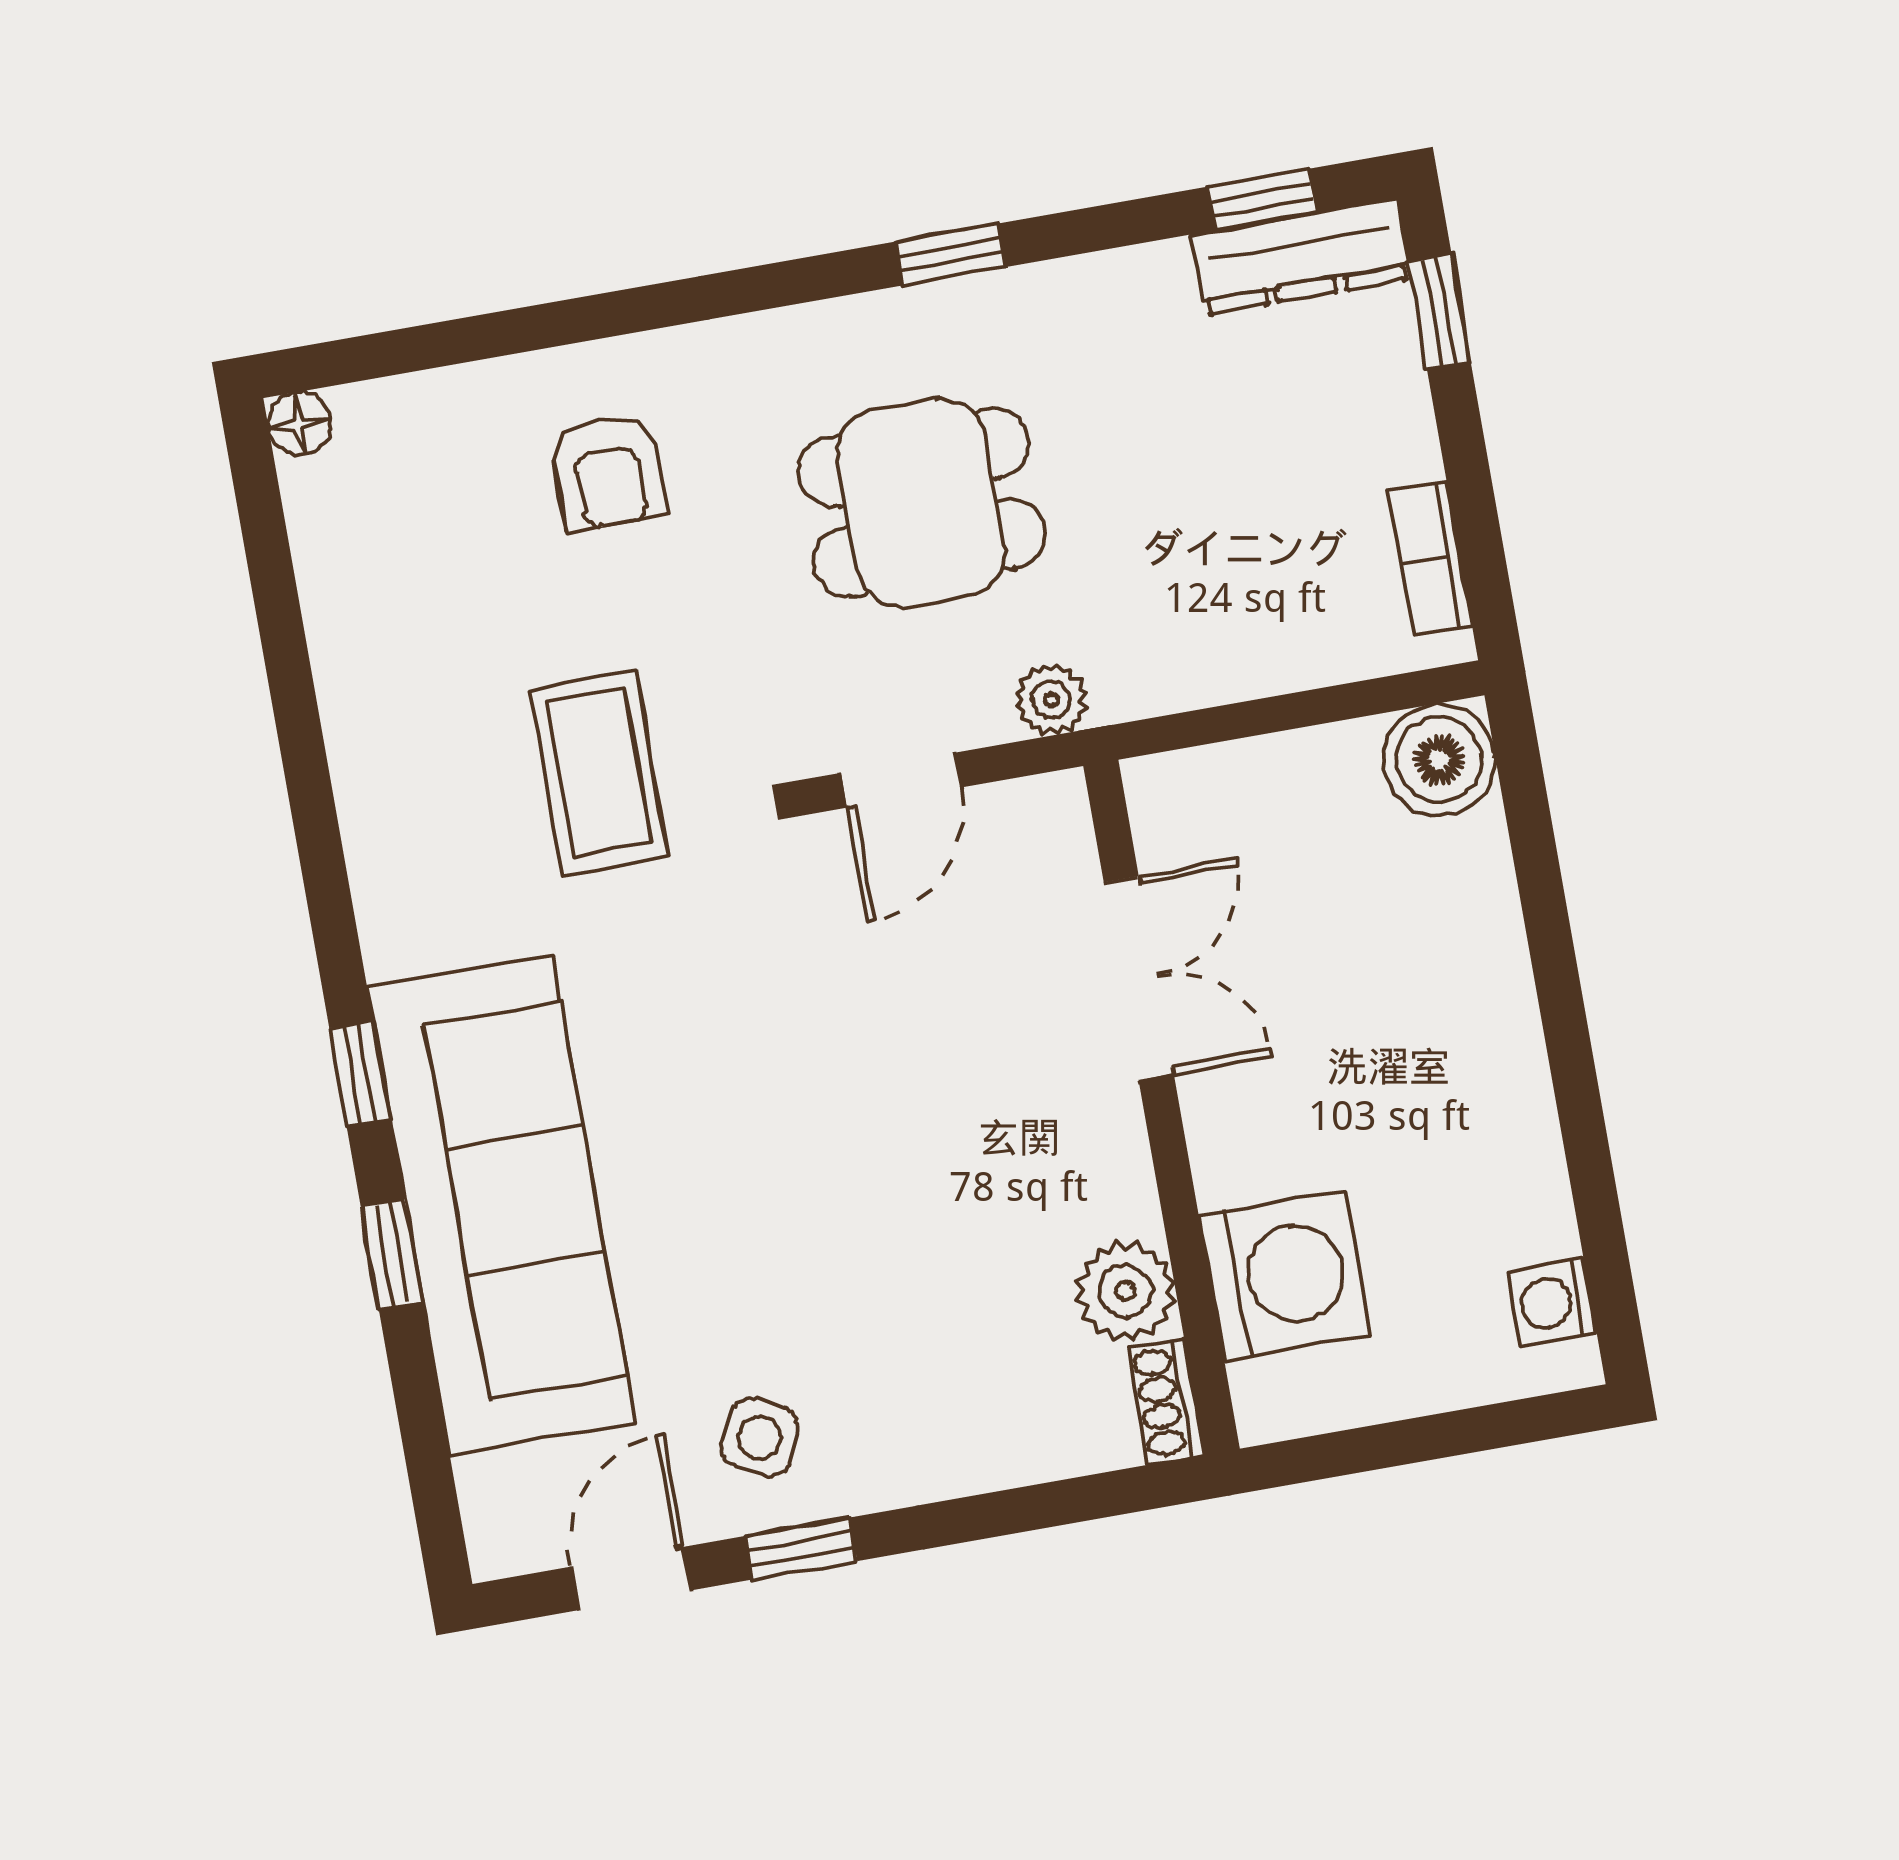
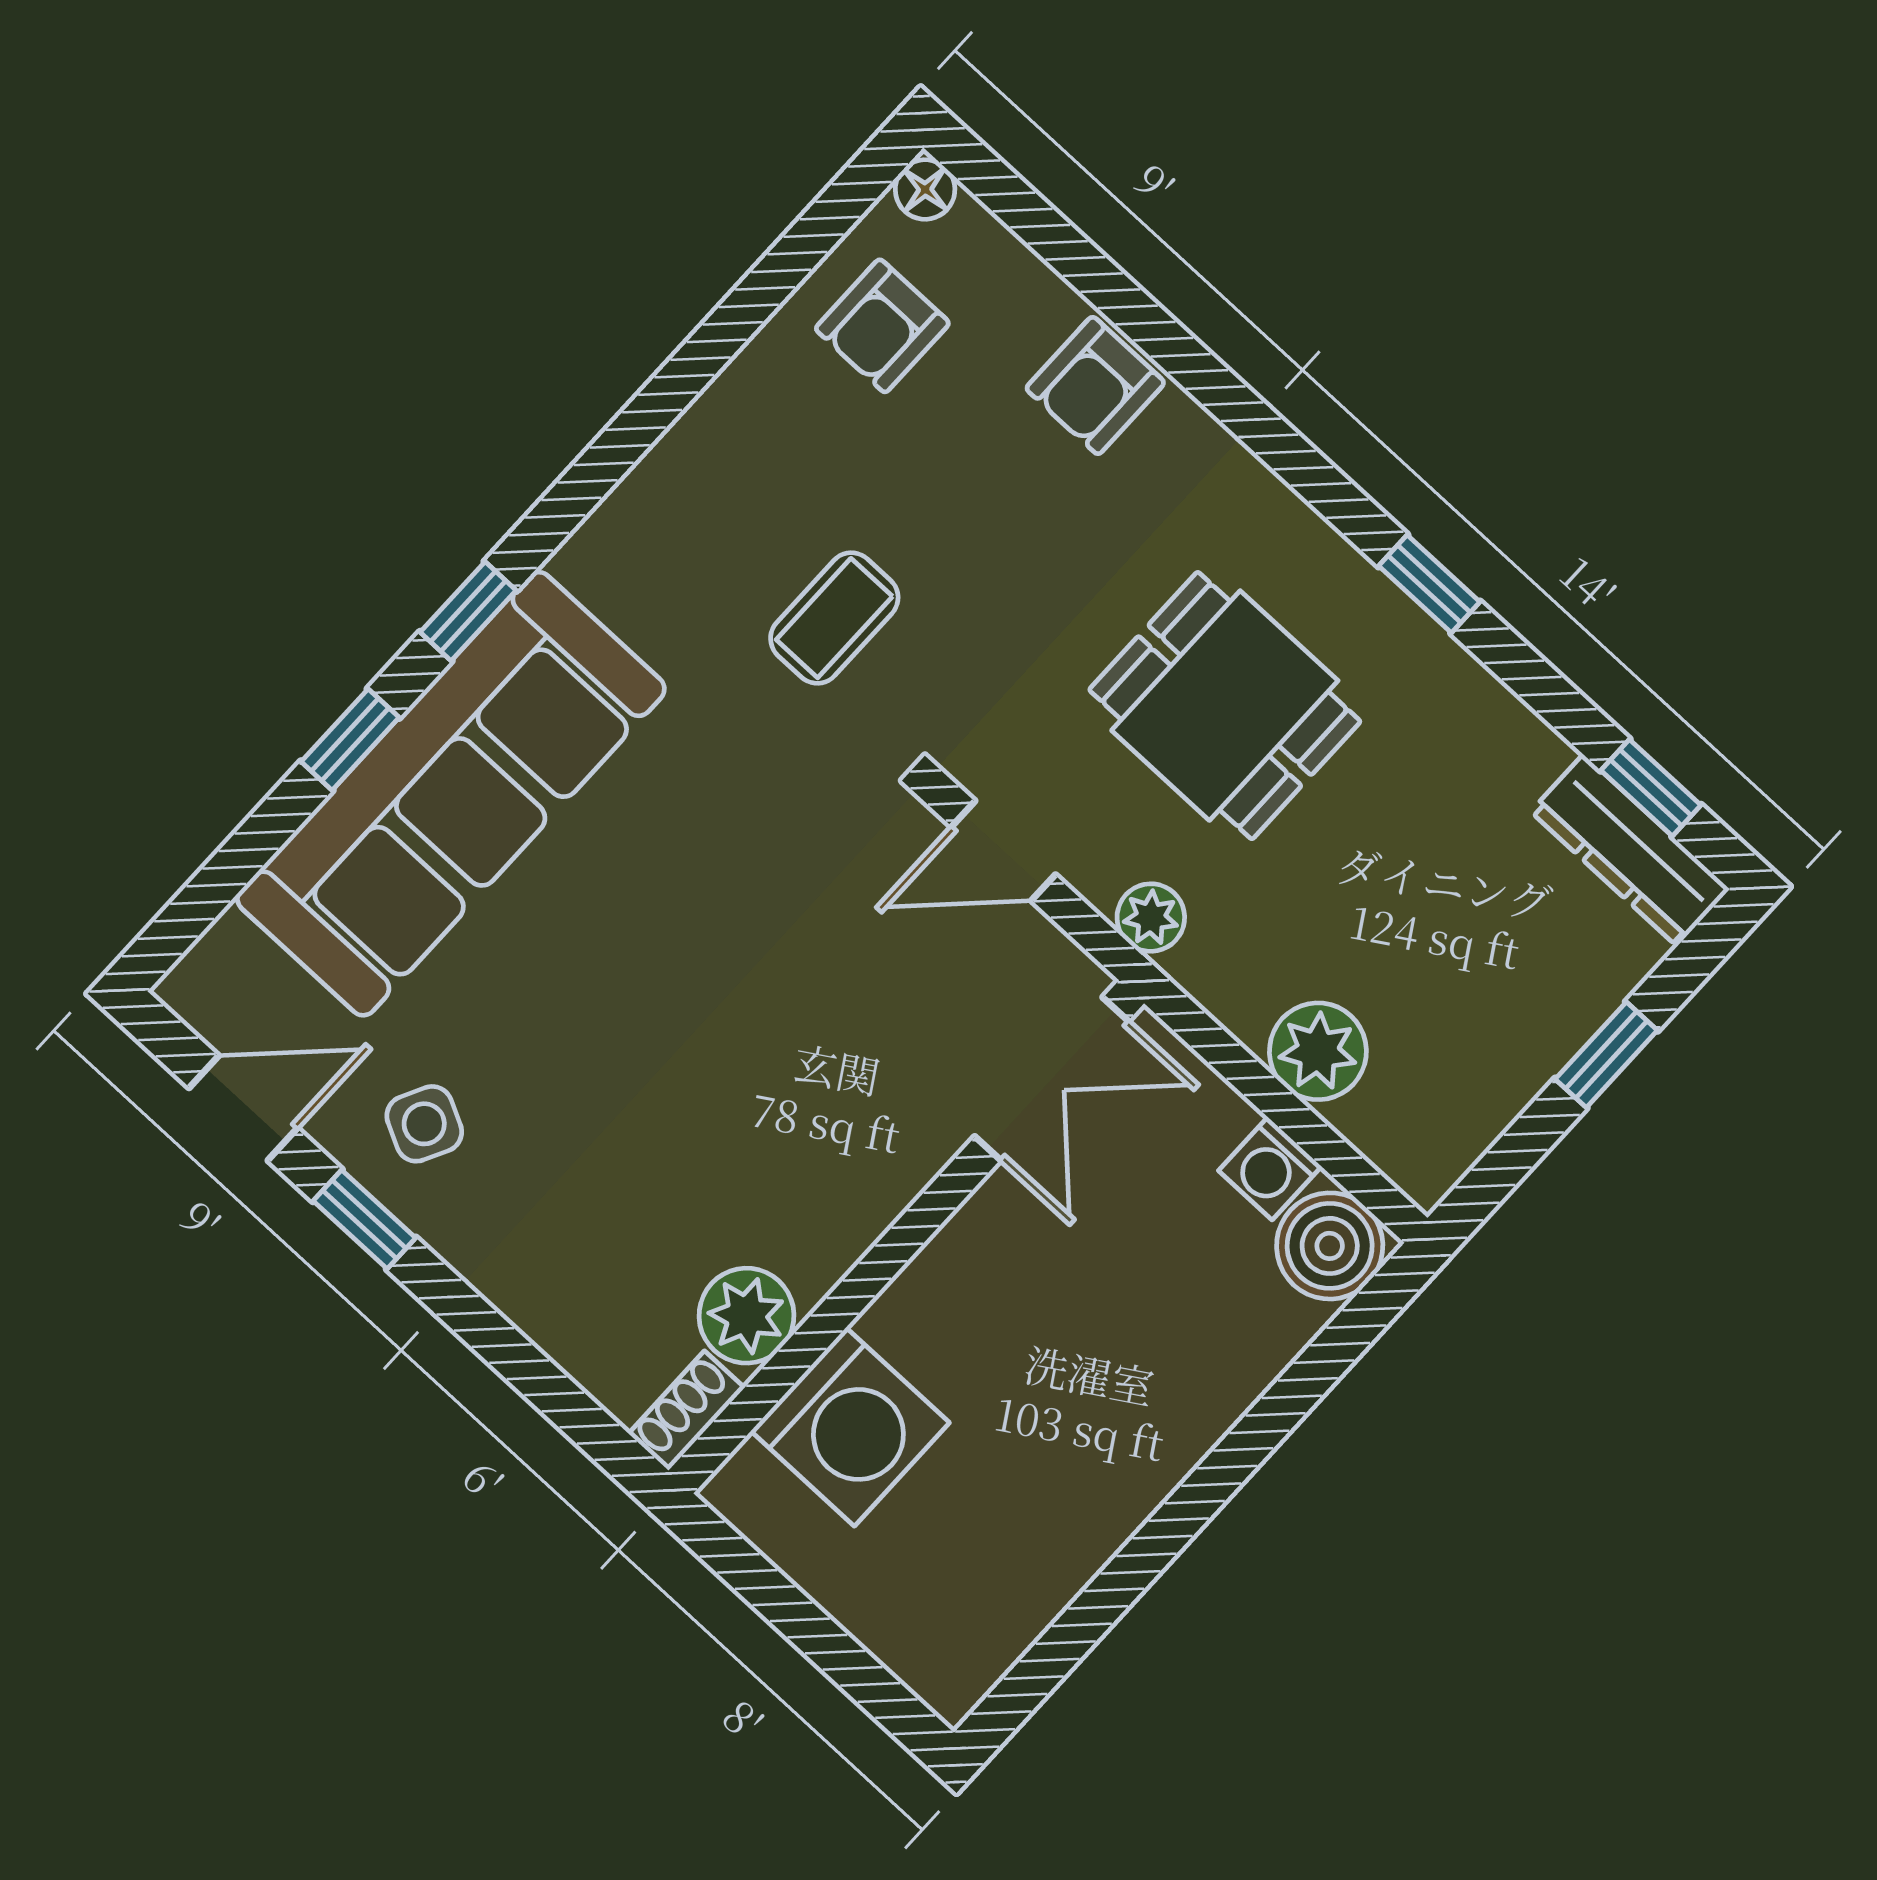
window: (1439, 312) -> (1606, 1055), moved
armchair: (608, 473) -> (1095, 385), moved
armchair: (386, 546) -> (882, 326), added
bookcase: (1430, 558) -> (1477, 1123), removed
plant: (1269, 646) -> (1318, 1051), added
coffee table: (599, 773) -> (834, 618), width x0.73, depth x0.77
double door: (1139, 978) -> (1052, 1079), moved
washing machine: (1552, 1302) -> (1270, 1168), moved, turned -90

